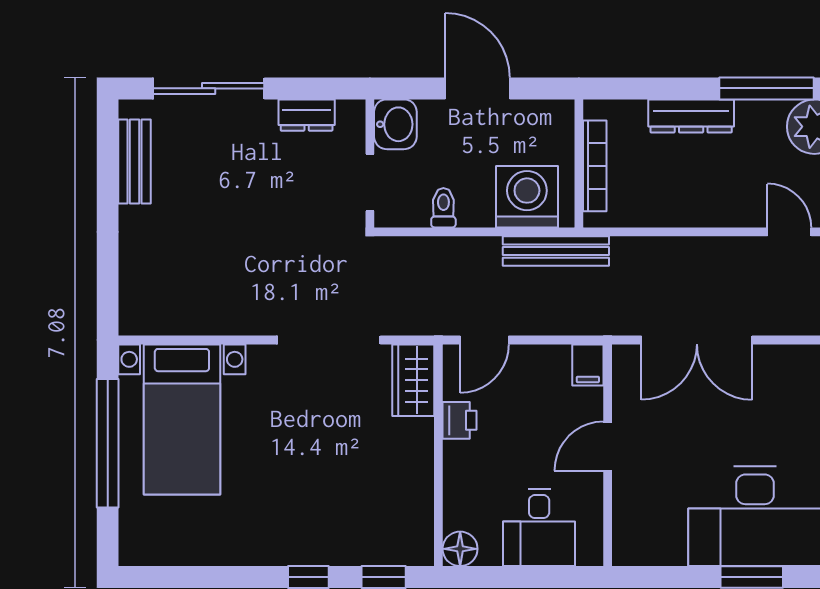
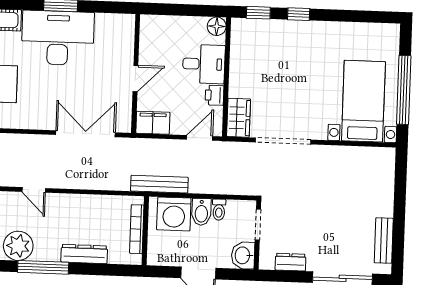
bidet: (476, 202) -> (201, 212), added
filing cabinet: (588, 365) -> (153, 123), width x2.00
desk: (539, 527) -> (204, 64), moved, turned 90

